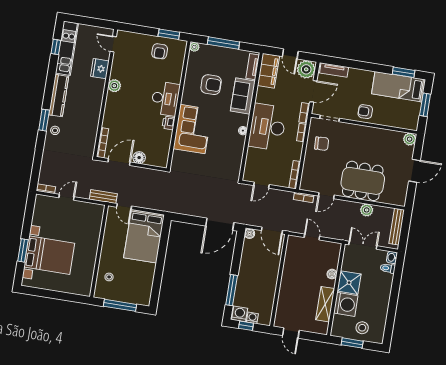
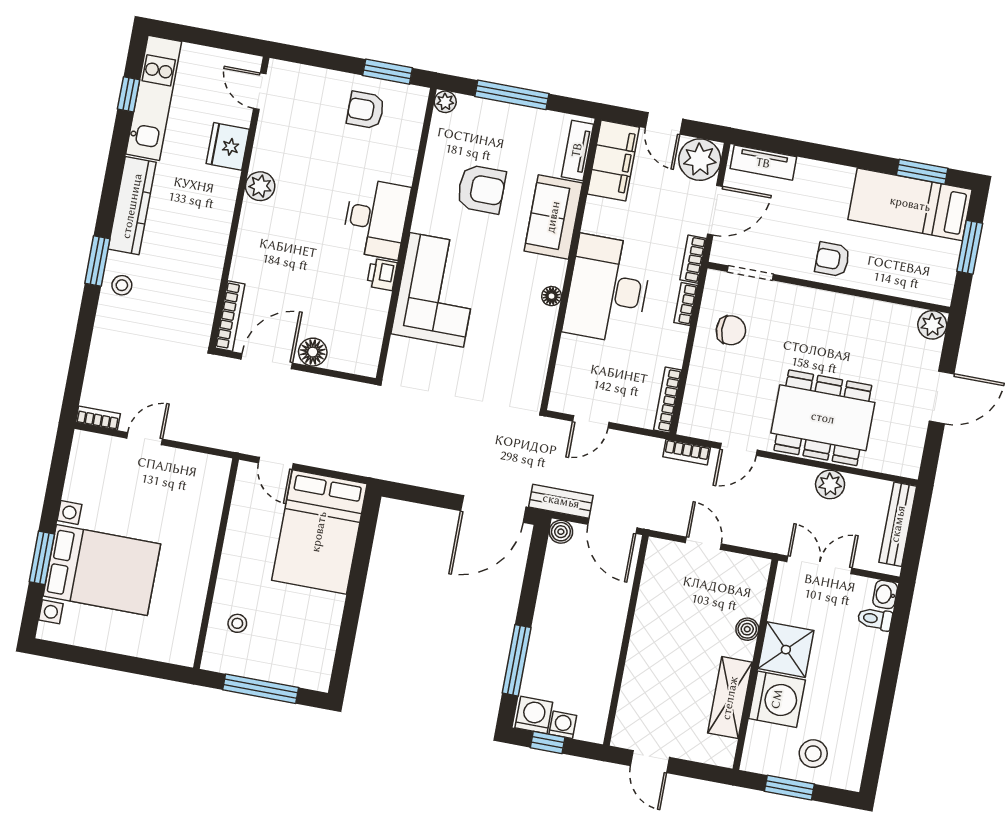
armchair: (160, 51) -> (366, 110), turned 90
bench: (103, 197) -> (561, 501), moved

